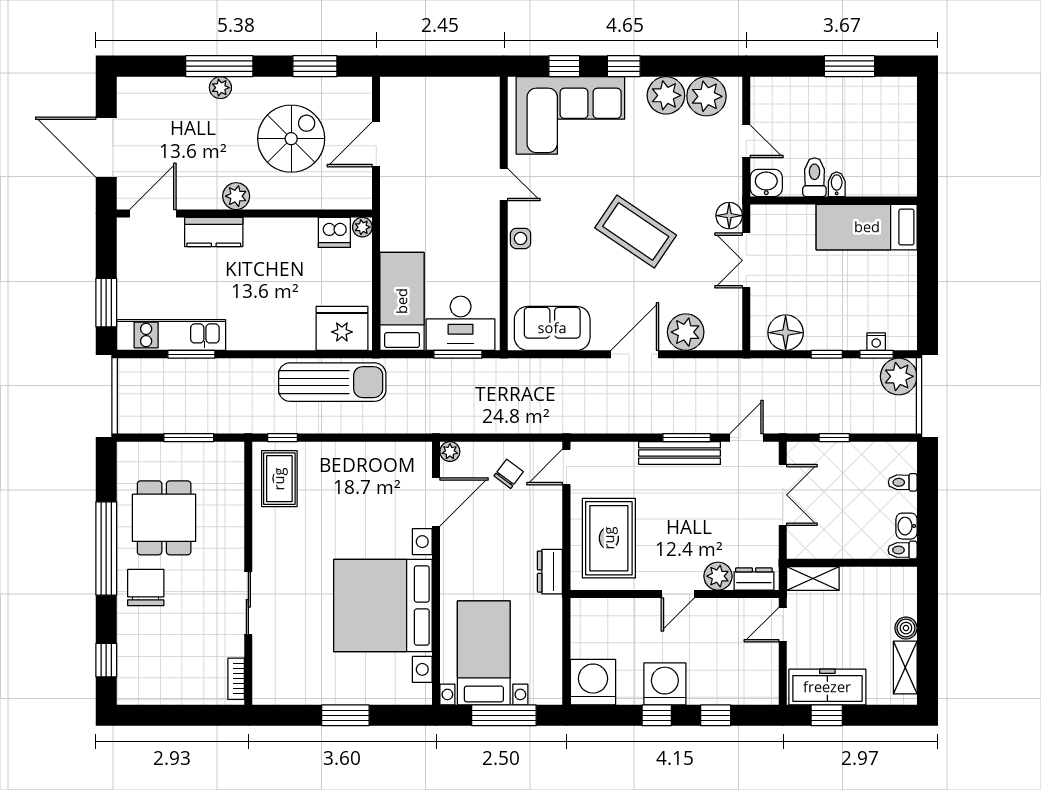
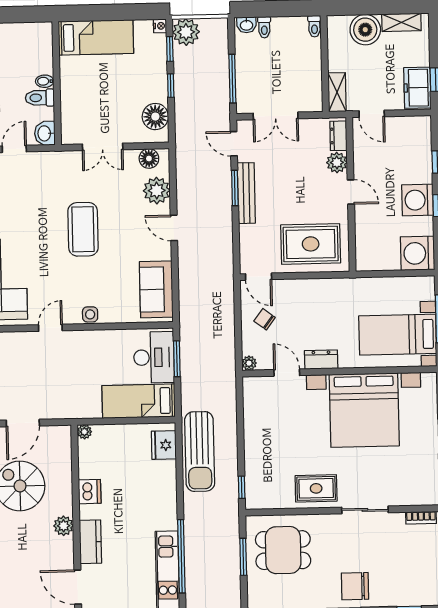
door: (376, 144) -> (23, 423), hinge flipped
floor lamp: (729, 216) -> (149, 159), moved
bed: (867, 227) -> (96, 37), moved, turned -90
coffee table: (636, 231) -> (83, 229), turned -34
dishwasher: (334, 232) -> (90, 492), moved
fridge: (342, 328) -> (164, 445), width x0.73, depth x0.75
nightstand: (876, 342) -> (160, 26), moved
window: (191, 354) -> (181, 556), width x2.11
door: (635, 354) -> (174, 228), width x0.73
sun lounger: (332, 382) -> (200, 451), turned 180
window: (834, 438) -> (232, 79), width x2.17
rug: (279, 479) -> (316, 488), moved
double door: (783, 495) -> (276, 116), swing flipped
door: (436, 502) -> (287, 373), width x0.73
dining table: (164, 518) -> (283, 550), moved
washbasin: (906, 526) -> (247, 25), moved
dresser: (550, 572) -> (321, 360), moved, turned 180
boiler: (906, 628) -> (365, 30), width x1.86, depth x1.86
freezer: (827, 687) -> (417, 88), width x0.71

